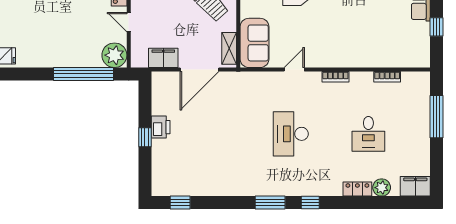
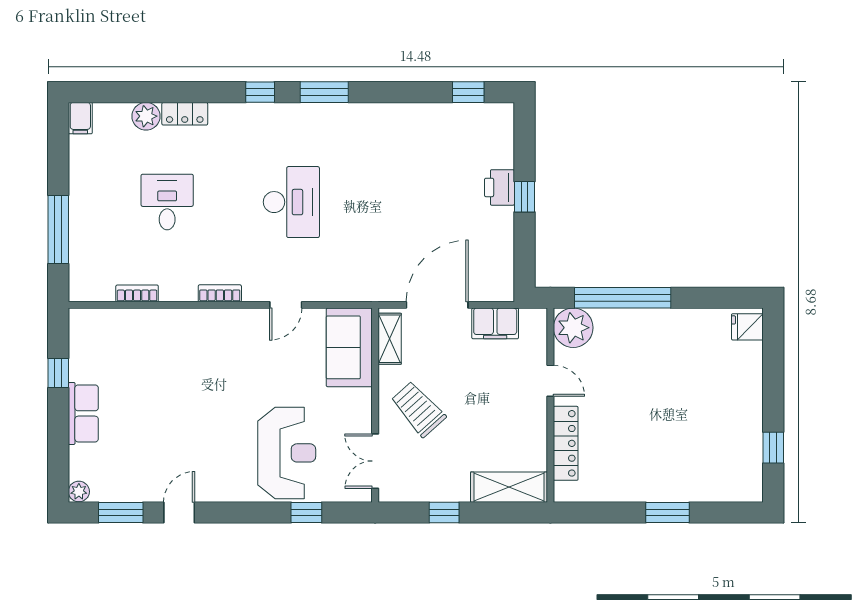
printer: (161, 127) -> (499, 187), moved
filing cabinet: (415, 186) -> (80, 118), width x0.50

